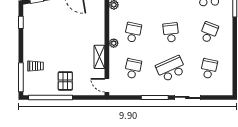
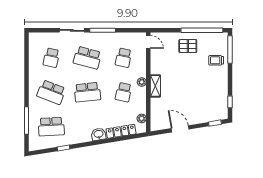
school desk: (171, 32) -> (87, 92), width x1.85
school desk: (209, 32) -> (51, 92), width x1.85
shelving: (99, 57) -> (155, 86), moved
school desk: (171, 69) -> (87, 58), turned 39
pallet: (65, 81) -> (188, 46), turned 90

